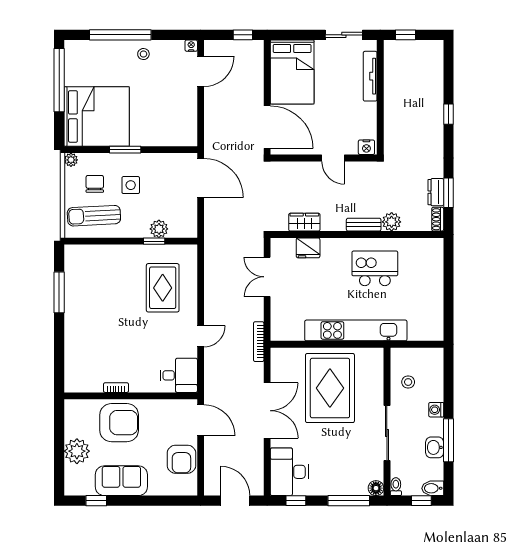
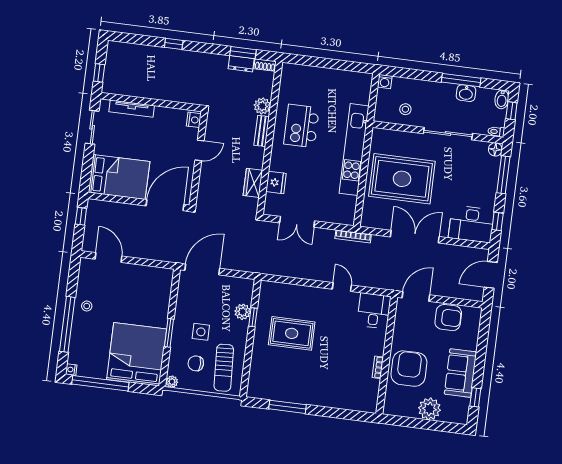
nightstand: (191, 46) -> (71, 370), moved
rug: (163, 288) -> (292, 333), moved
washing machine: (436, 410) -> (385, 82), moved

